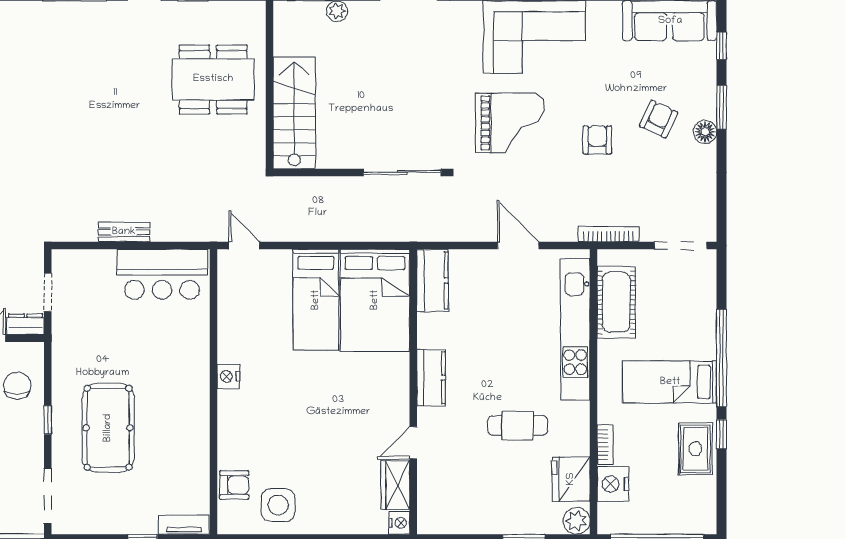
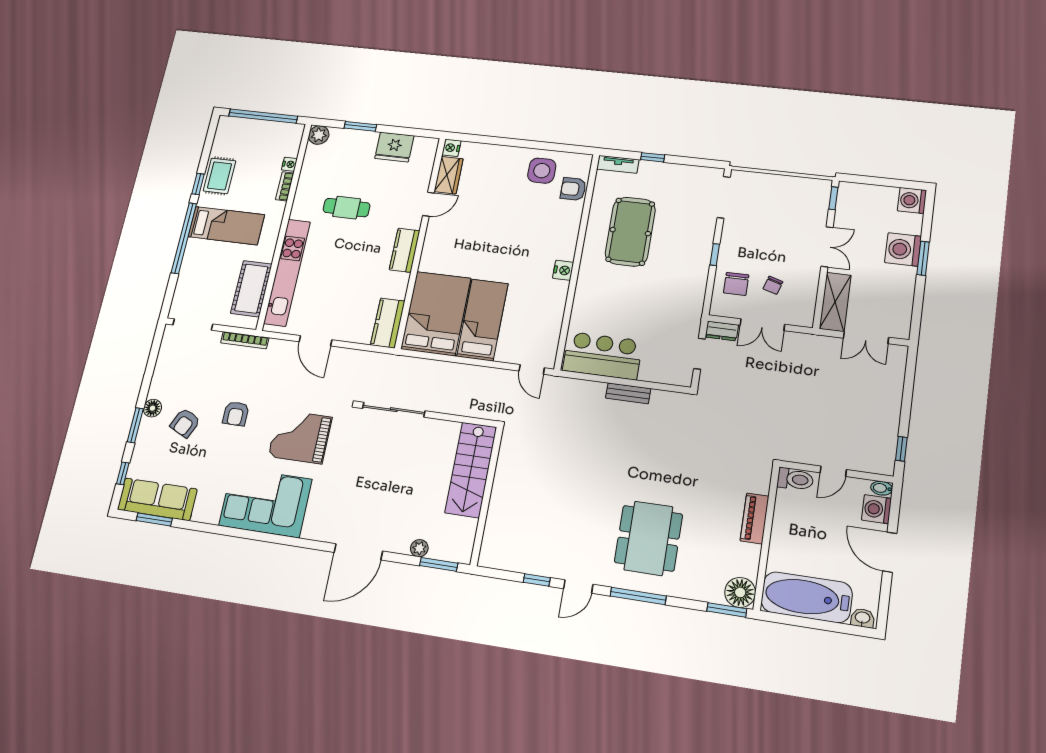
dining table: (213, 79) -> (648, 538), moved, turned 90
pool table: (108, 428) -> (630, 232), moved
fridge: (571, 479) -> (394, 147), moved, turned 90
nightstand: (613, 484) -> (289, 164), width x0.53, depth x0.56

